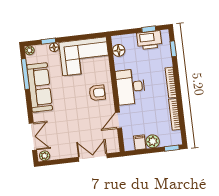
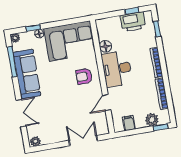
floor lamp: (119, 50) -> (105, 46), moved
armchair: (97, 93) -> (84, 76), turned 180
double door: (33, 137) -> (21, 113), moved
plant: (153, 141) -> (152, 120), moved

